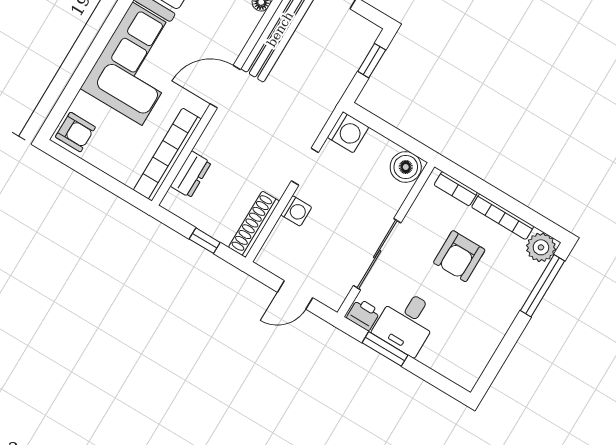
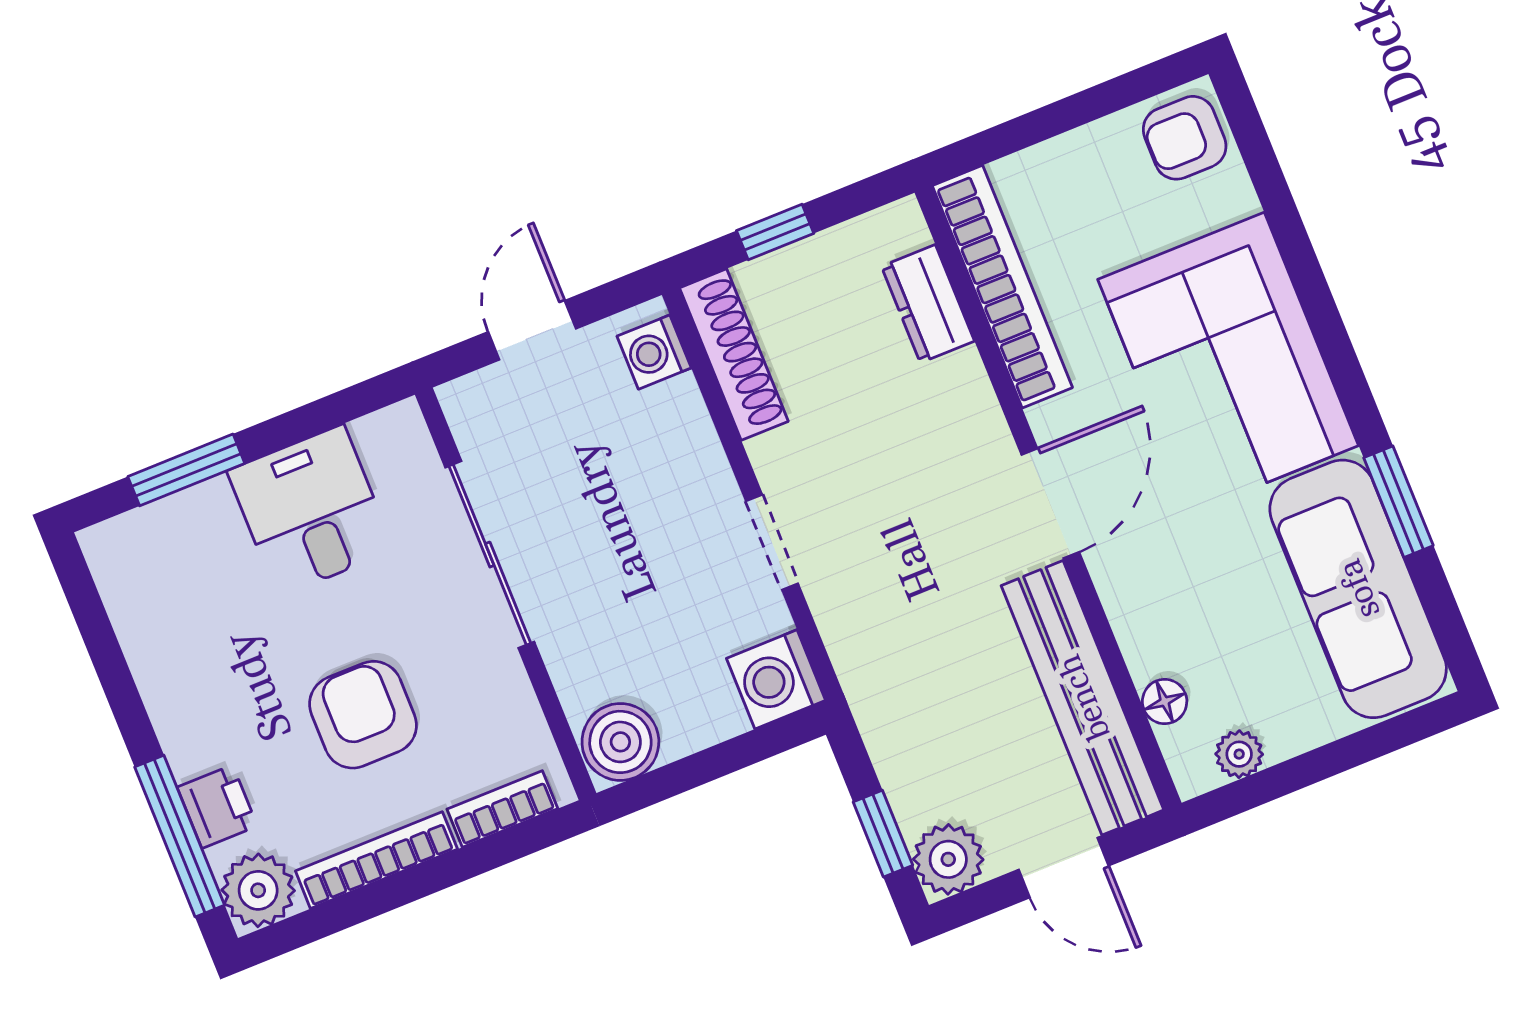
plant: (364, 33) -> (948, 859), added
washing machine: (296, 211) -> (654, 352), moved
printer: (363, 315) -> (217, 807), moved, turned -90
window: (385, 349) -> (186, 470), moved

